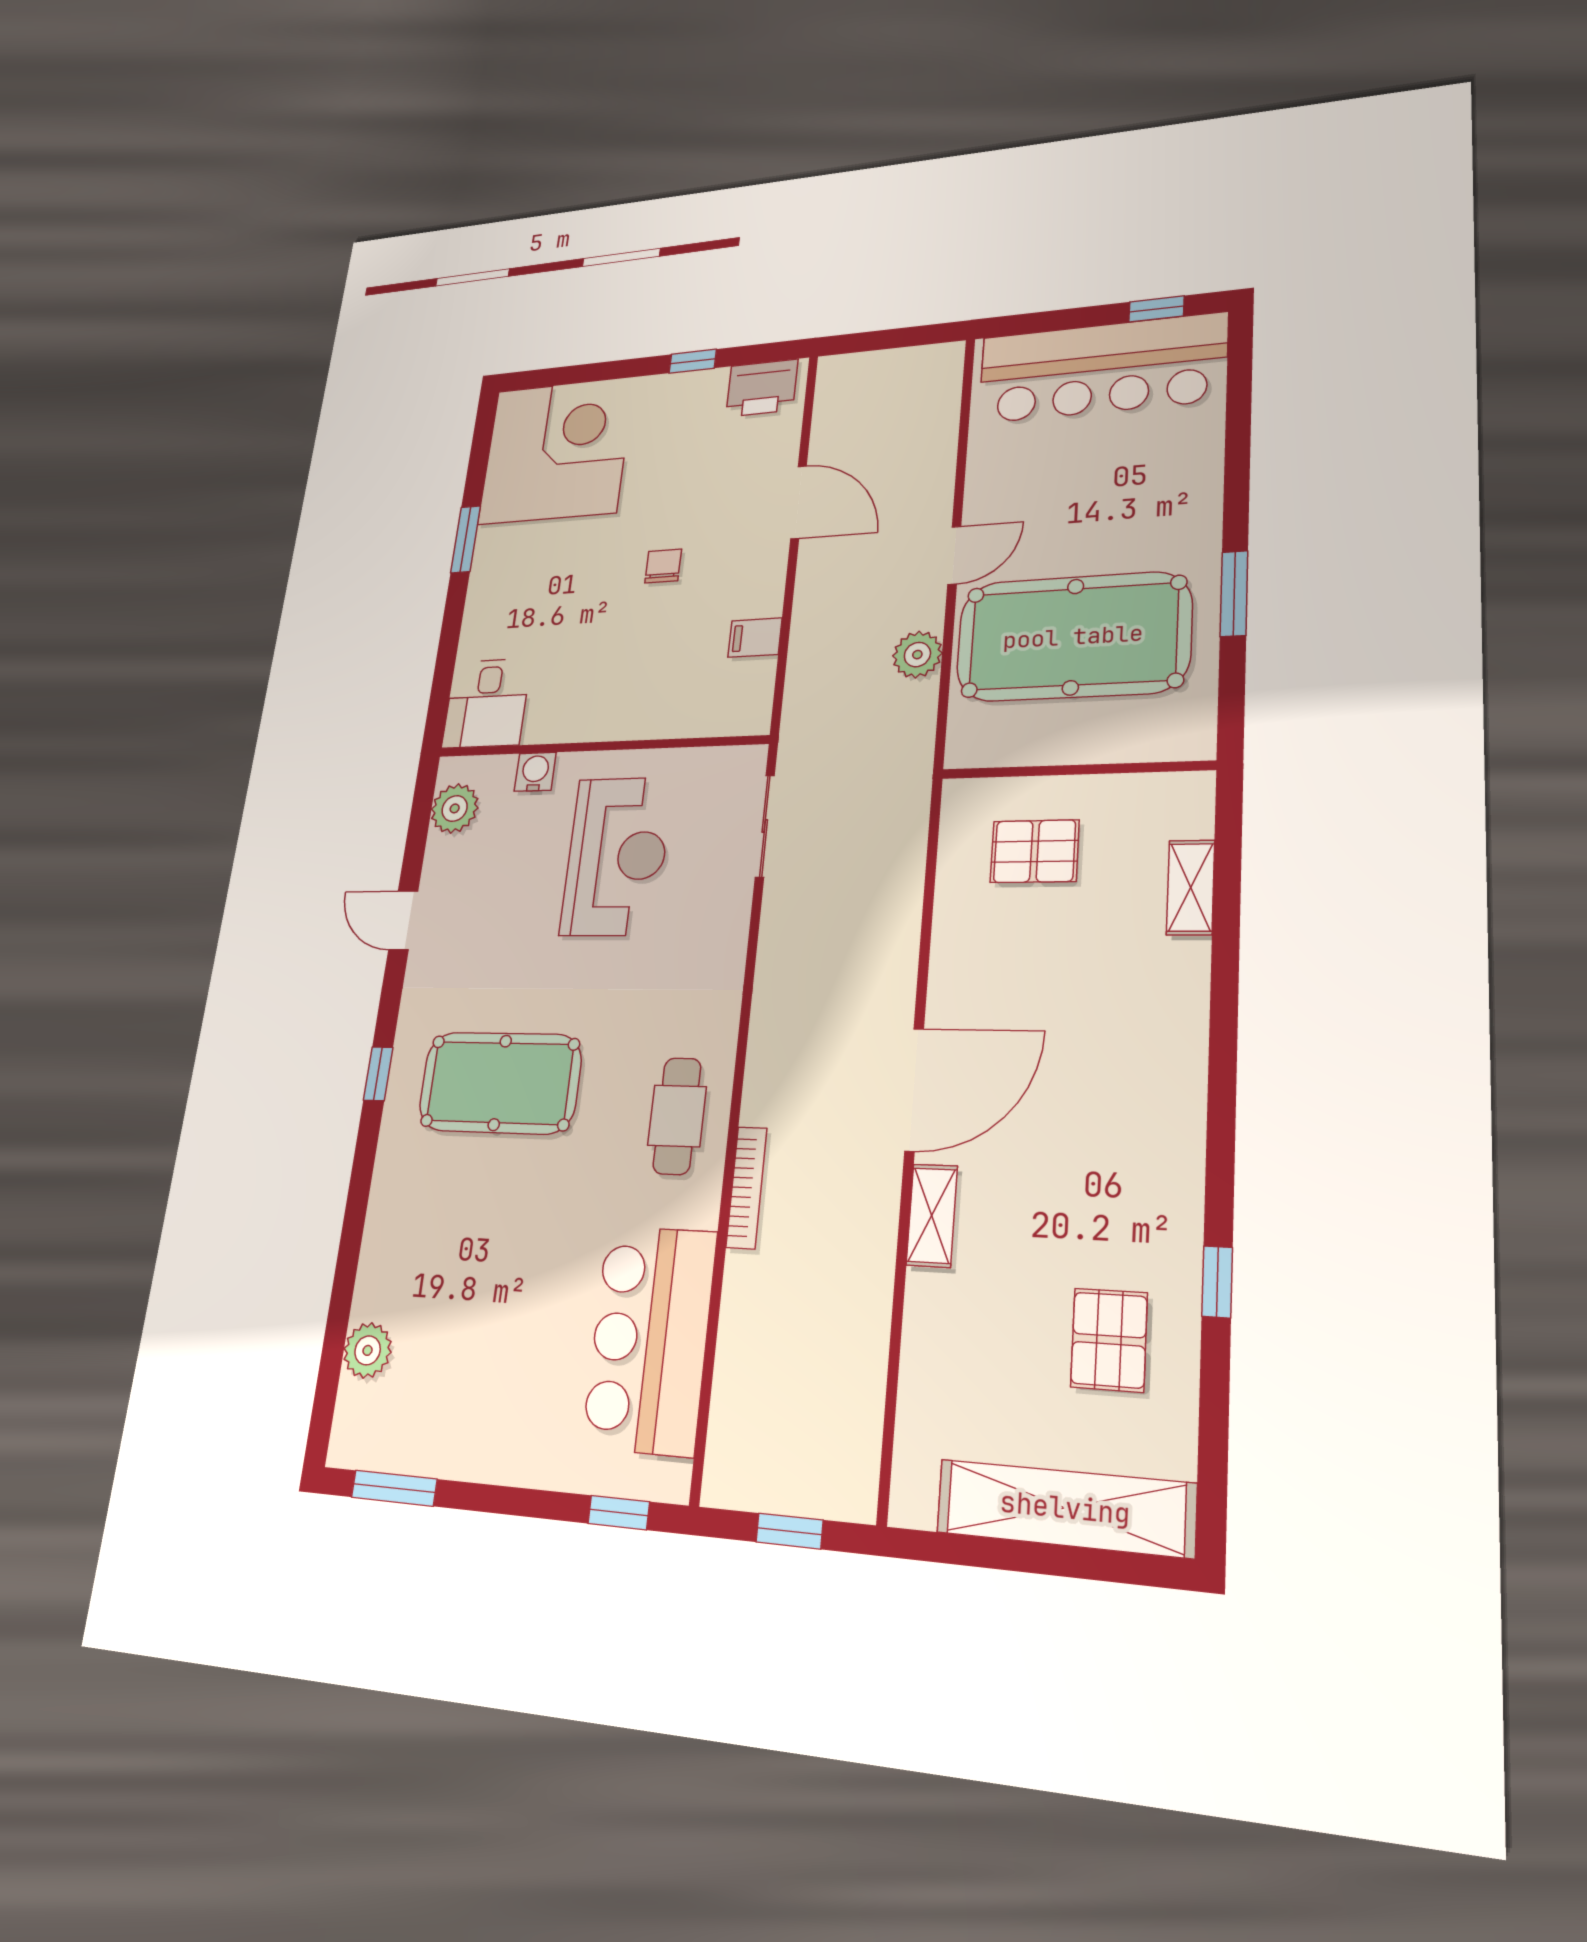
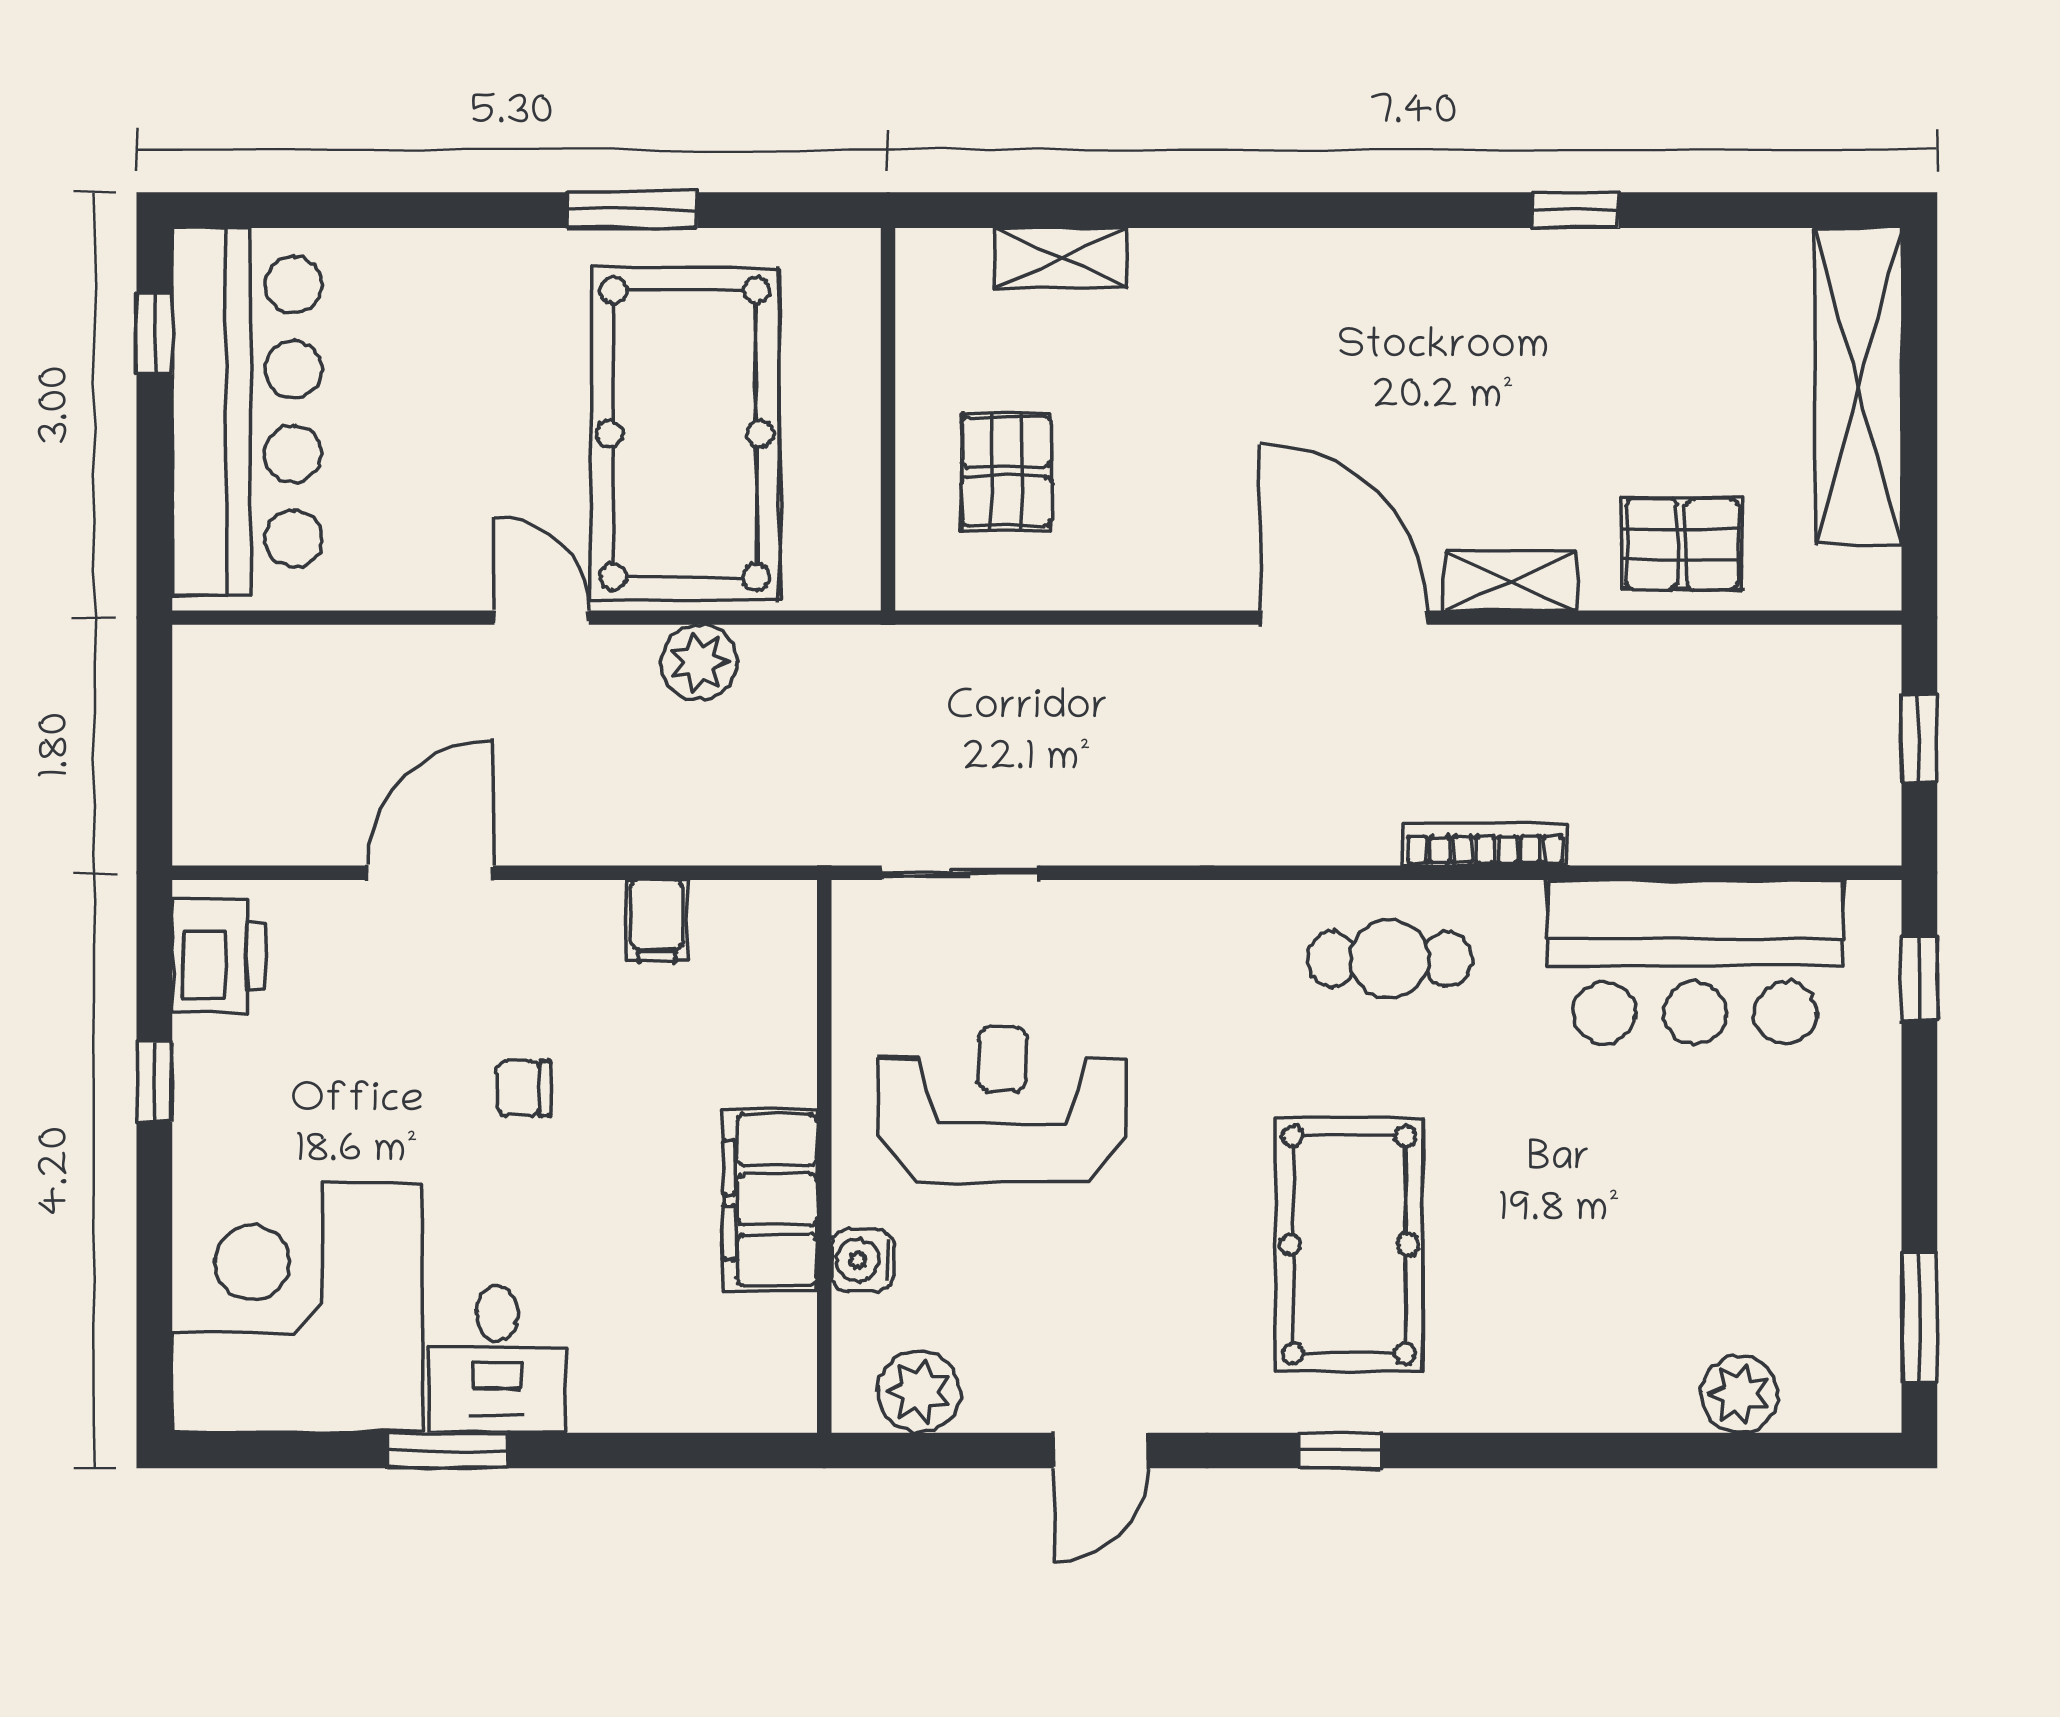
desk: (486, 703) -> (497, 1359), moved, turned 90
filing cabinet: (578, 715) -> (770, 1200), added
pallet: (1109, 1340) -> (1682, 544), moved

